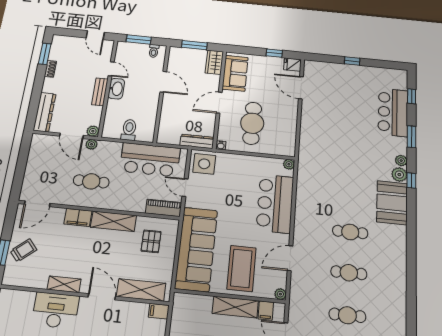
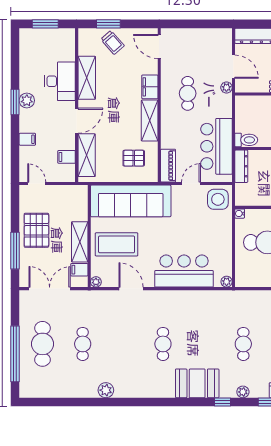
toilet: (129, 130) -> (246, 140), moved
plant: (93, 131) -> (241, 87), removed
door: (72, 136) -> (233, 67), swing flipped
dresser: (197, 141) -> (241, 166), moved
plant: (399, 175) -> (106, 390), moved
cafe table: (349, 273) -> (243, 344), moved
shelving: (64, 284) -> (87, 78), width x1.50, depth x1.33
filing cabinet: (159, 311) -> (67, 157), moved, turned -90

